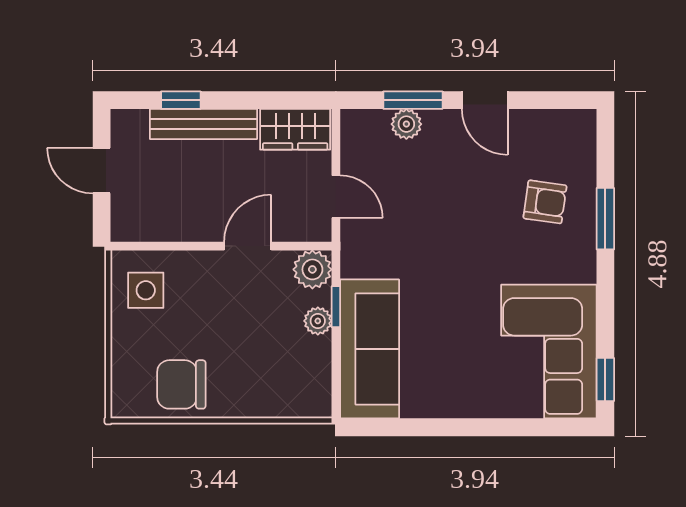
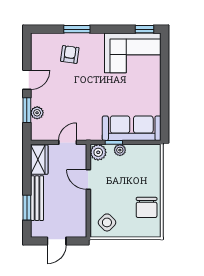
window: (181, 100) -> (27, 208), width x1.50
side table: (146, 290) -> (107, 222), turned 45

